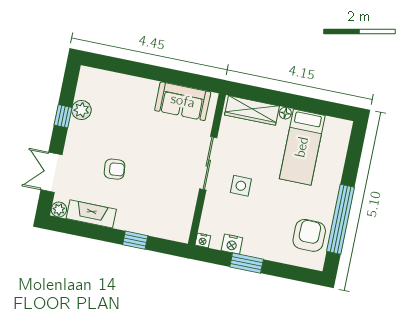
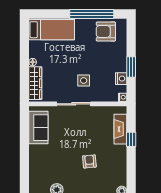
bed: (302, 147) -> (52, 30), moved
fireplace: (91, 214) -> (120, 129), moved

